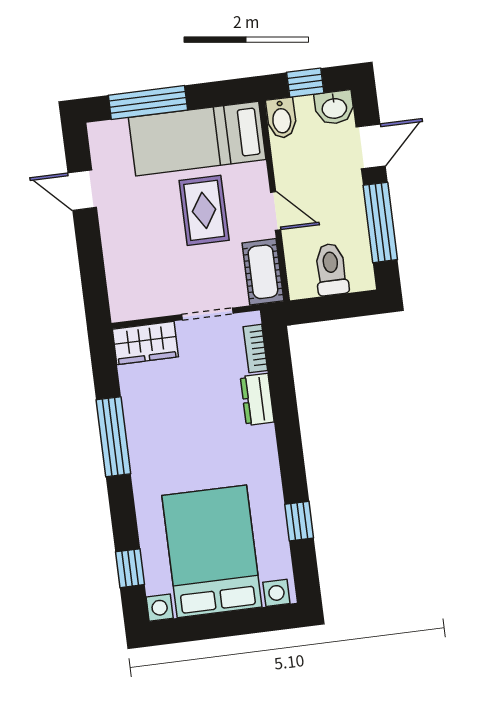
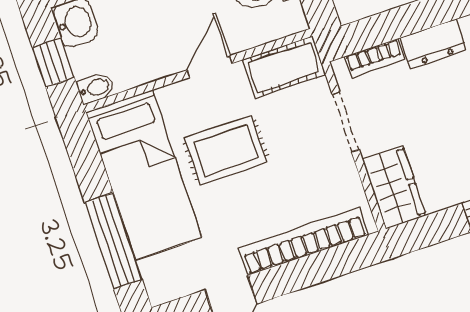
bidet: (281, 118) -> (96, 88), width x0.72, depth x0.74
bookcase: (116, 259) -> (304, 242), added

